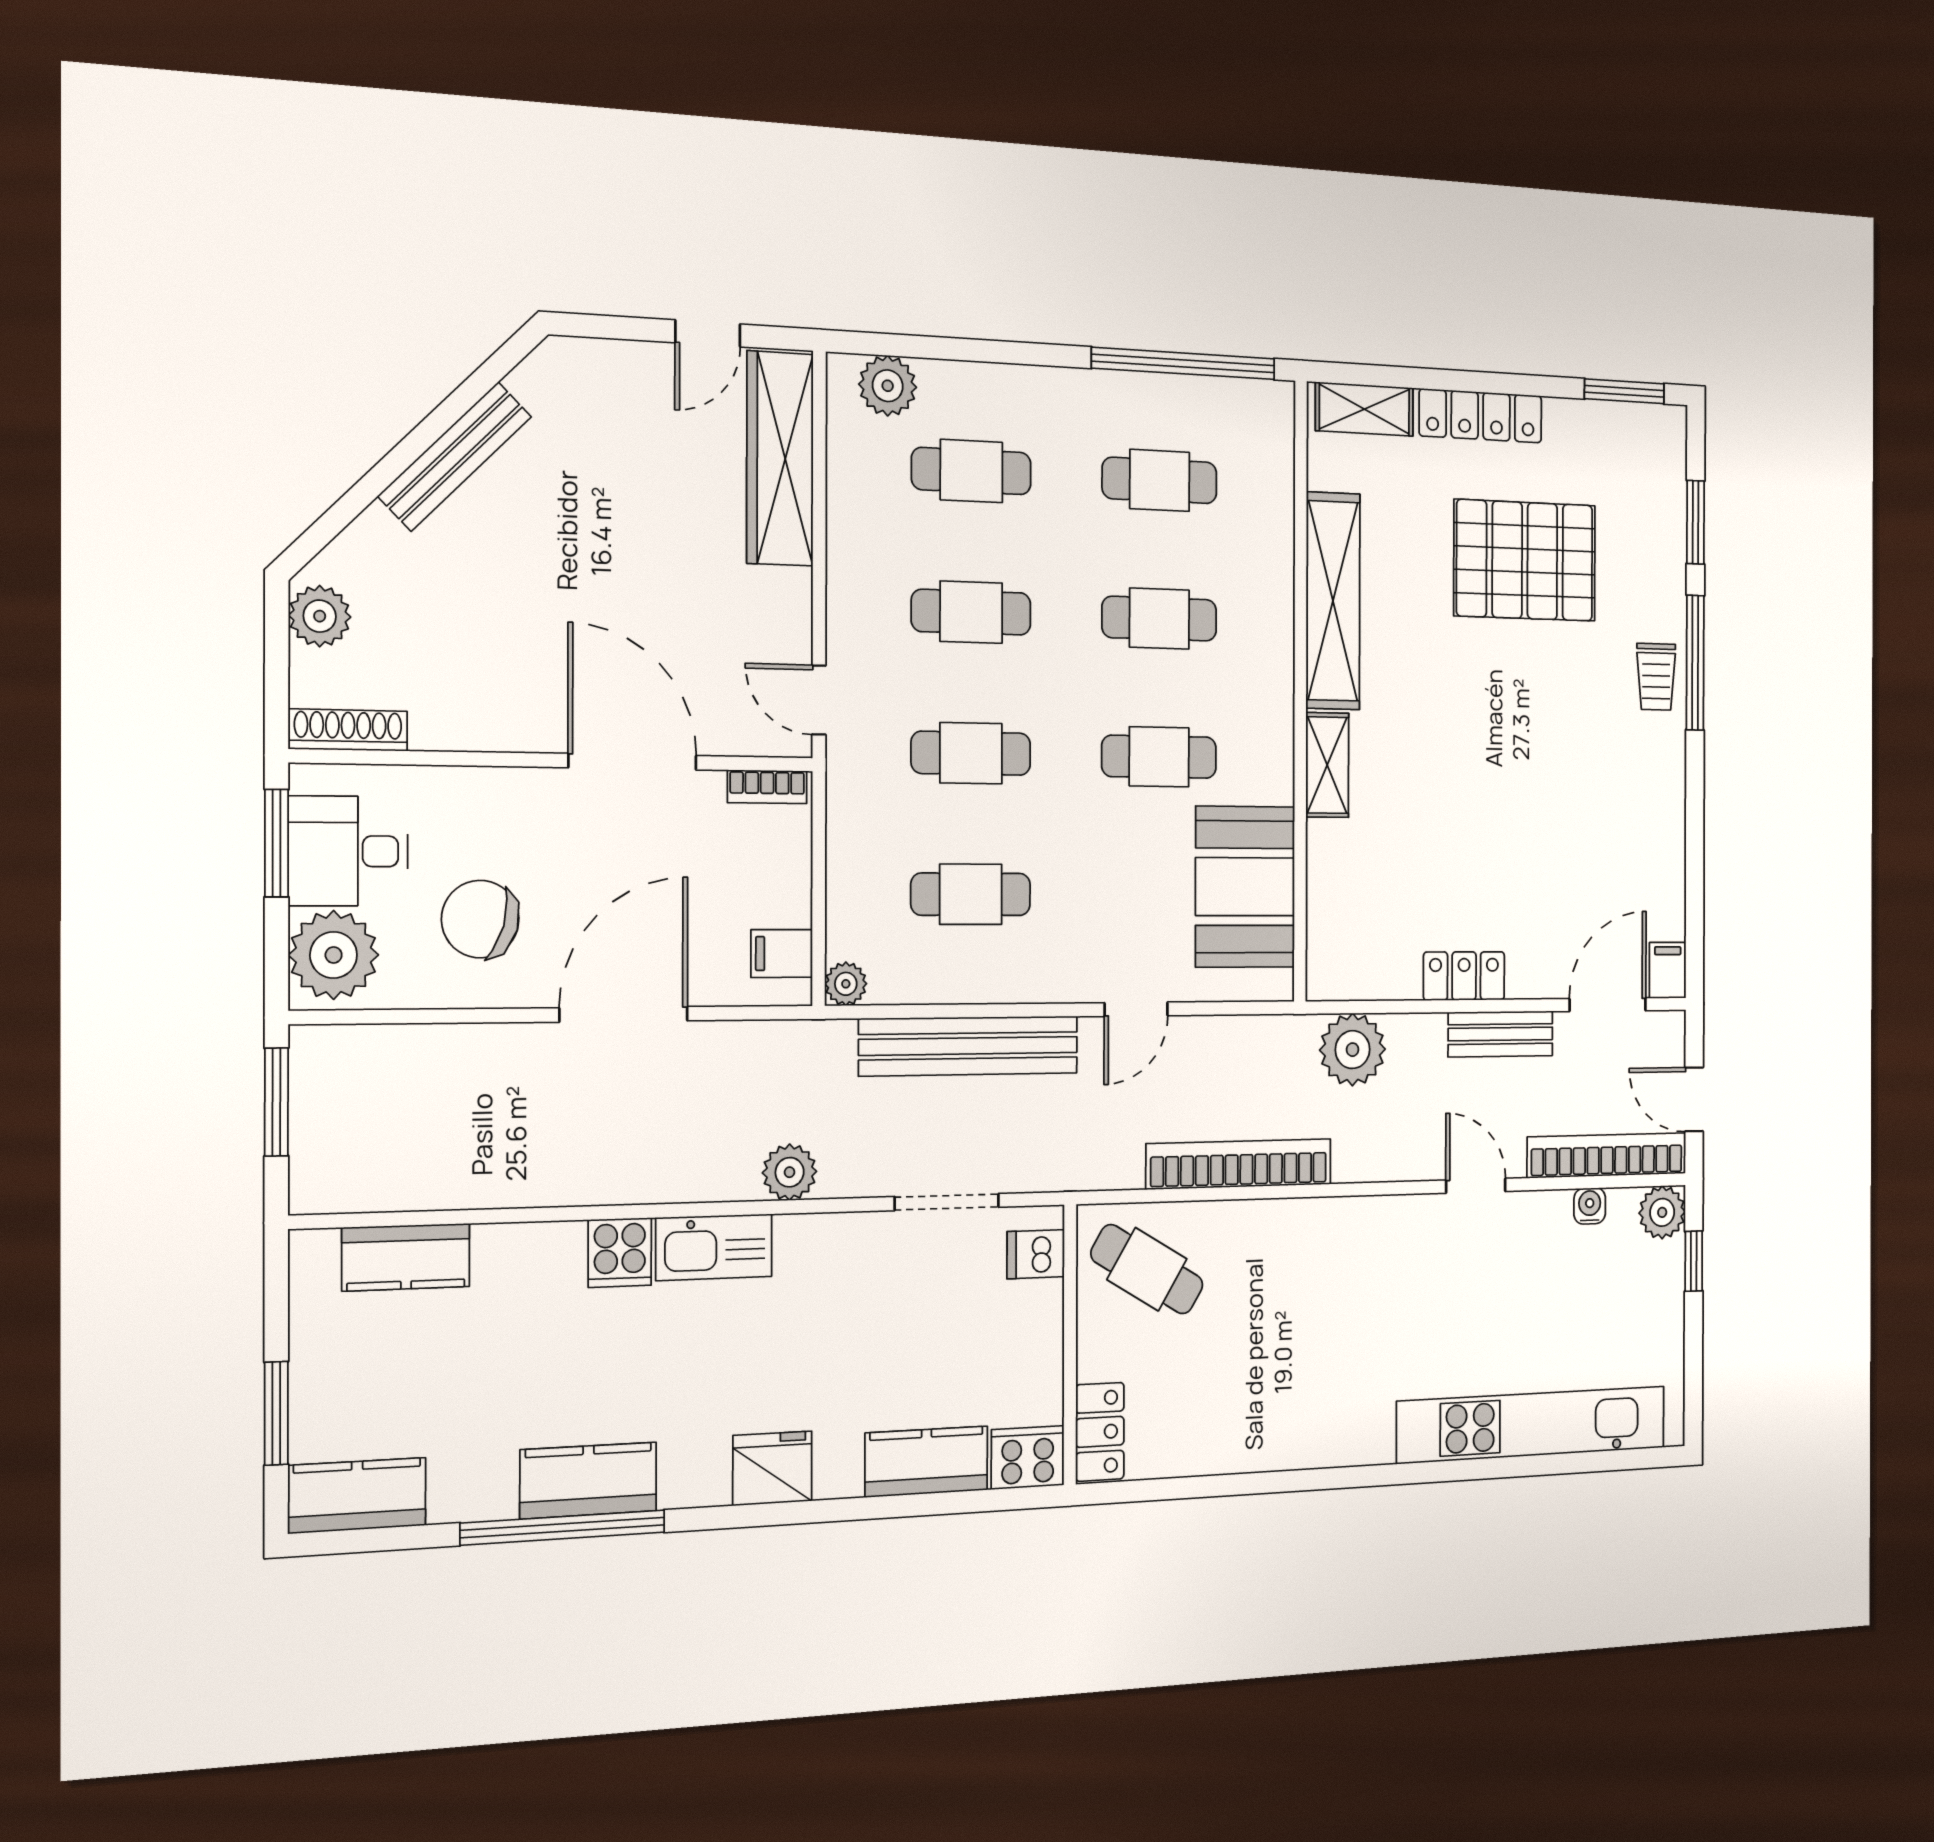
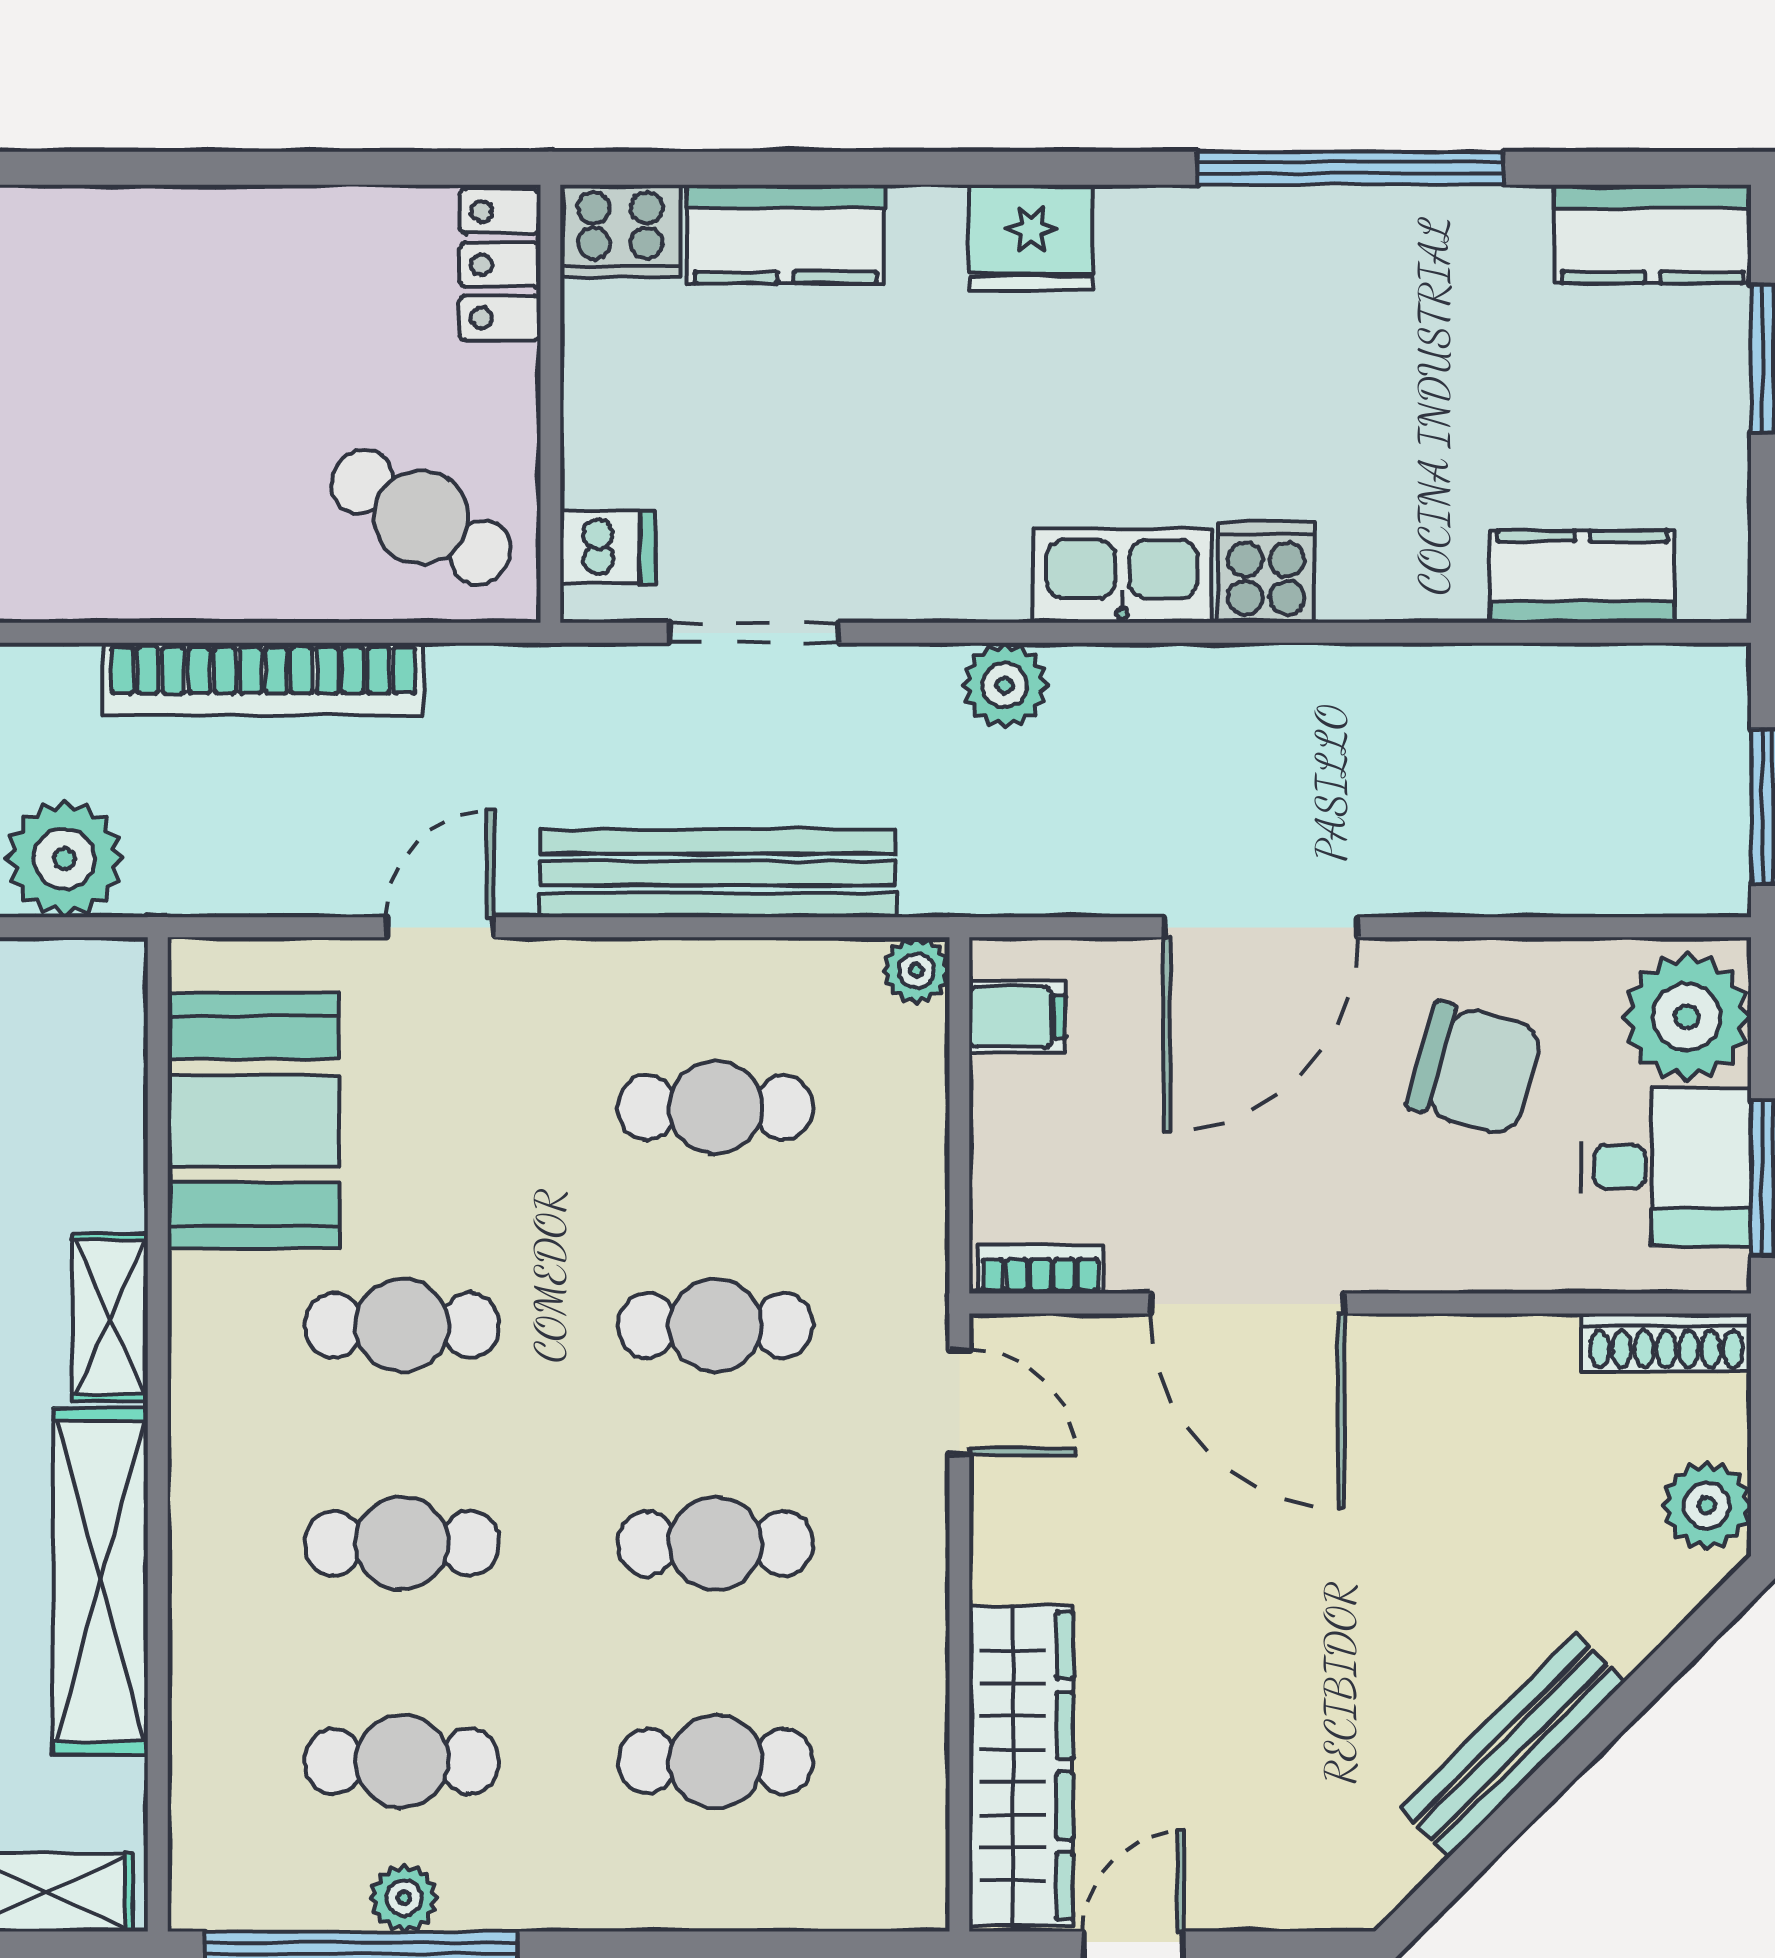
plant: (888, 386) -> (404, 1898), moved, width x0.73, depth x0.73
kitchen counter: (588, 1480) -> (1313, 236), removed

